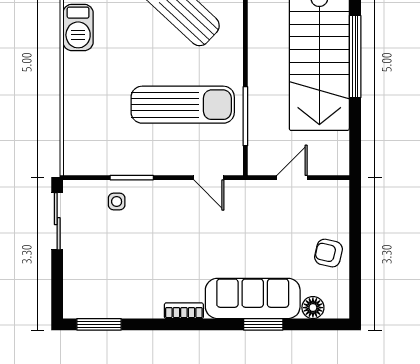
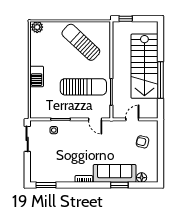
barbecue: (78, 27) -> (37, 76), moved
window: (355, 57) -> (160, 80), moved
armchair: (328, 253) -> (143, 142), moved

